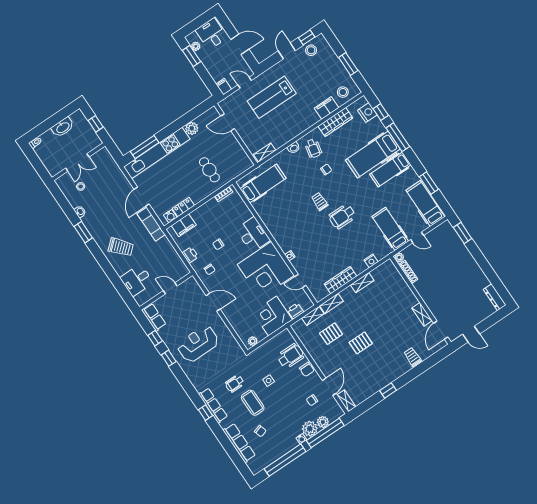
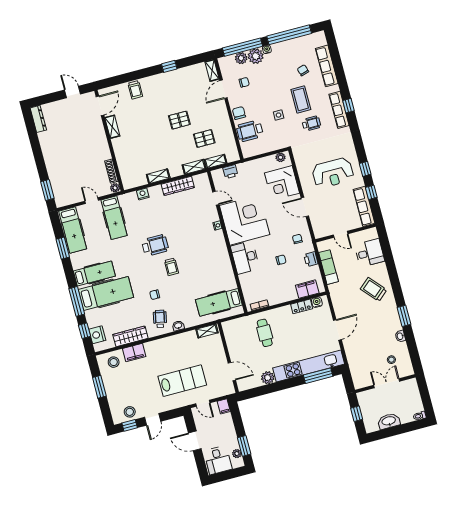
exam couch: (151, 224) -> (329, 267), moved
corner desk: (272, 316) -> (282, 183), moved, turned 90
row of seats: (154, 317) -> (364, 206), width x1.48

